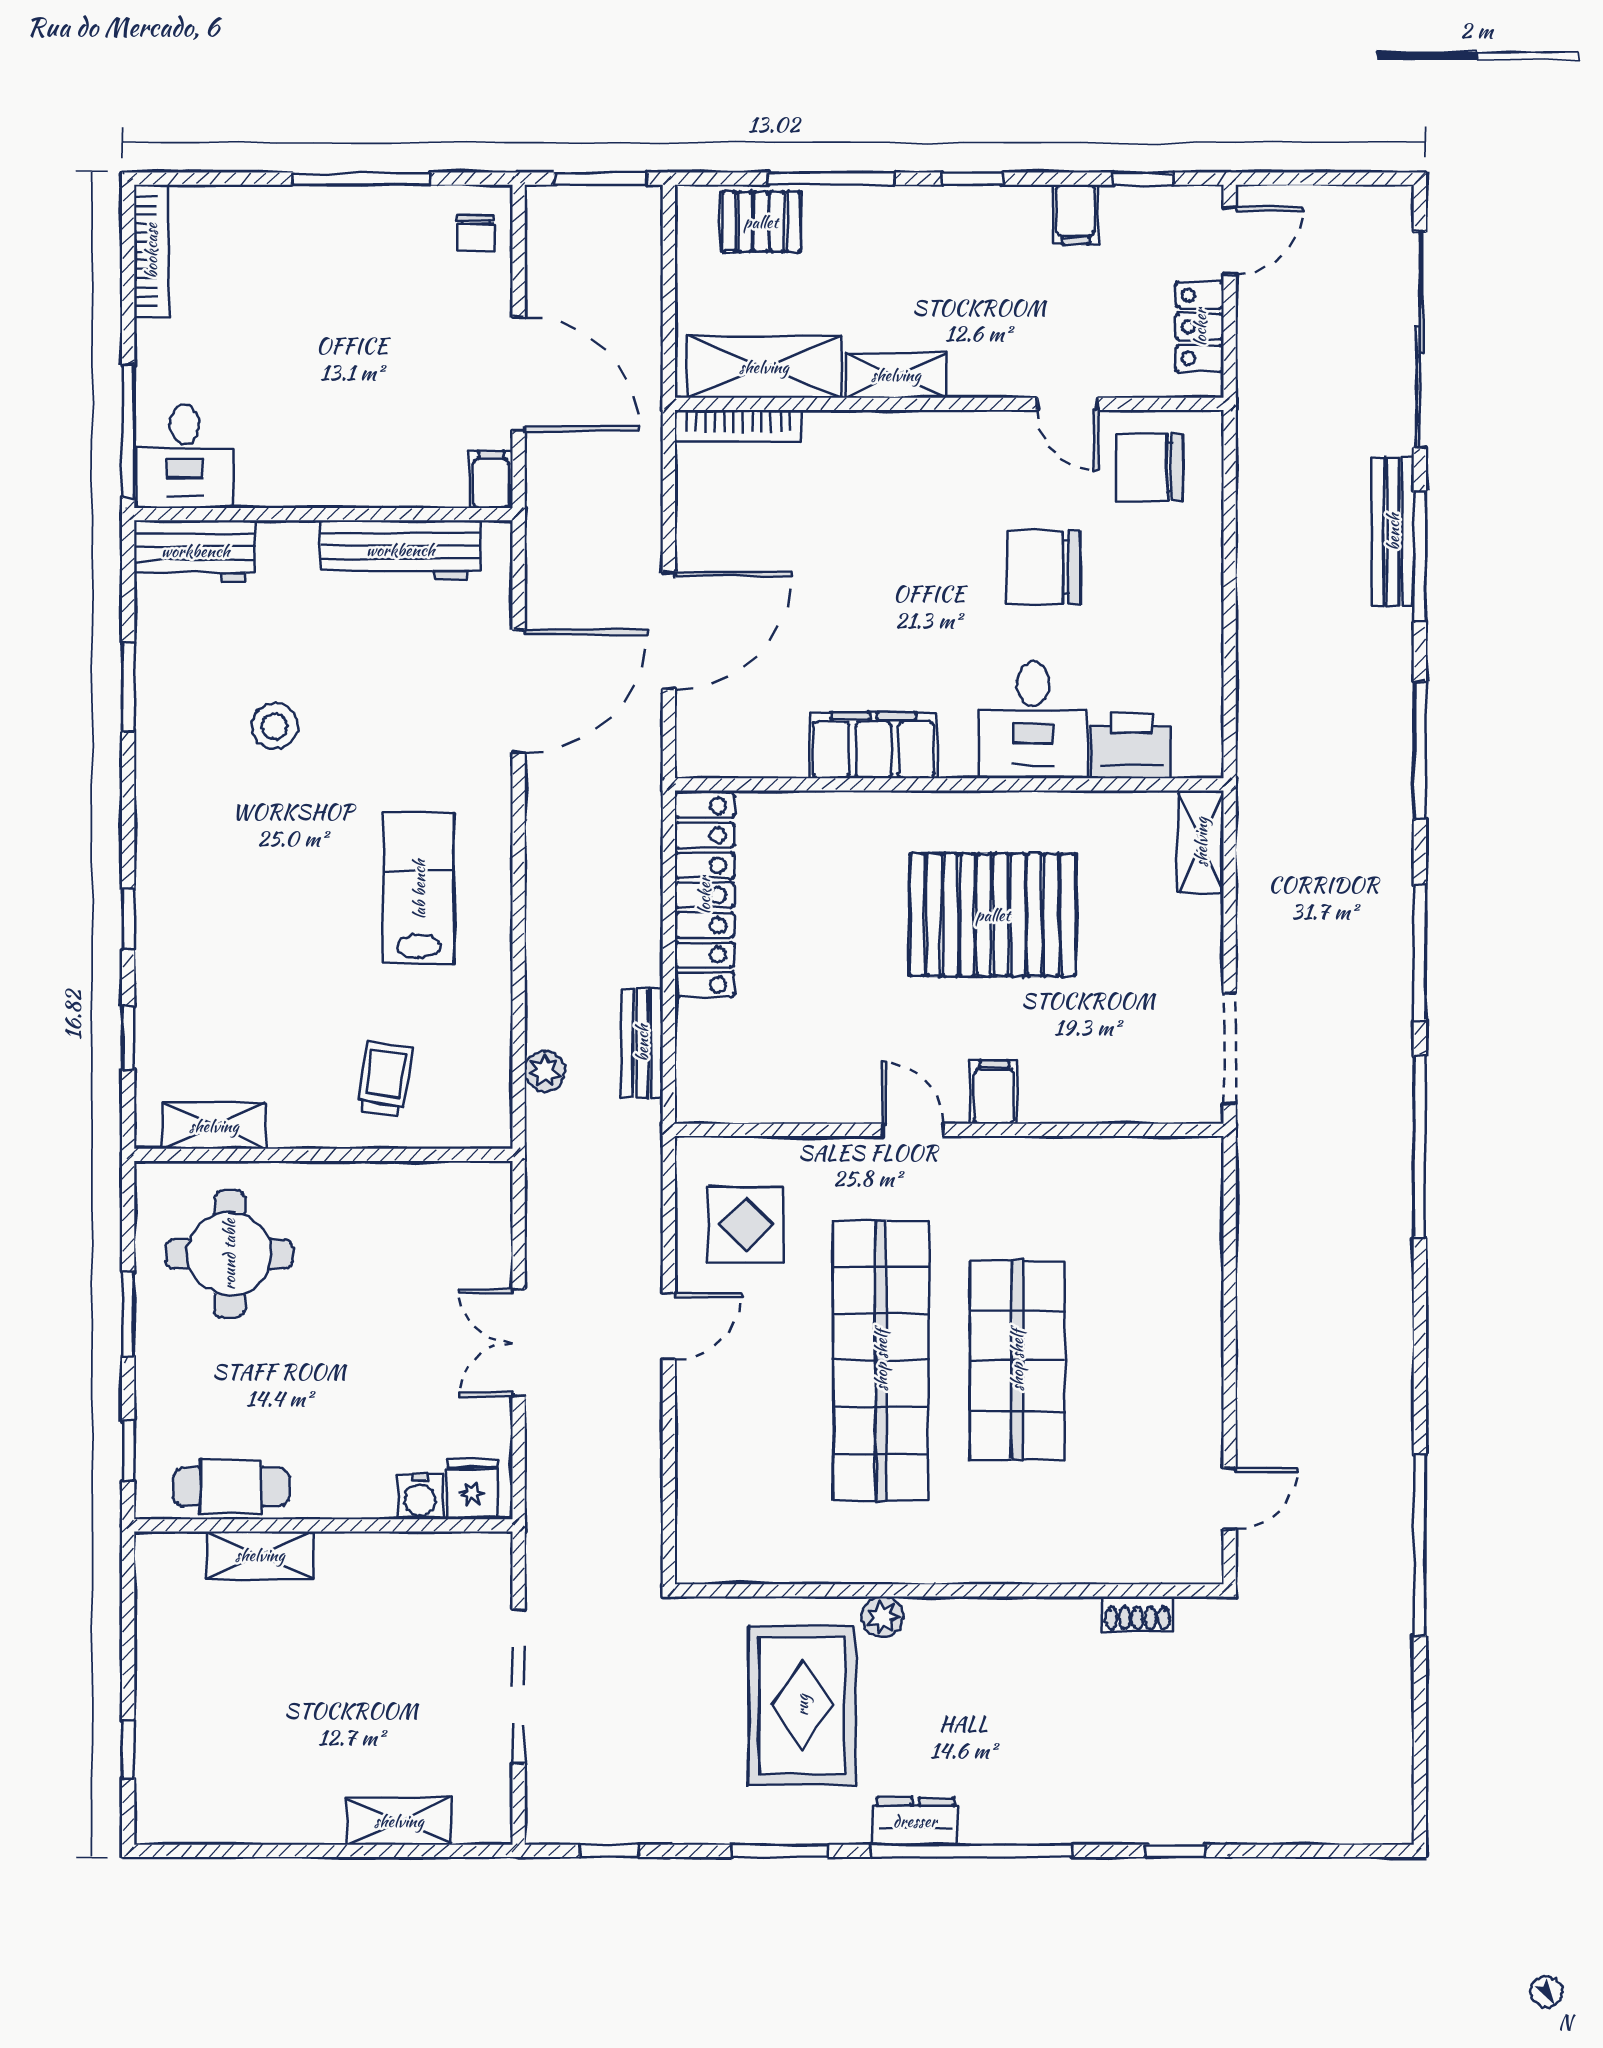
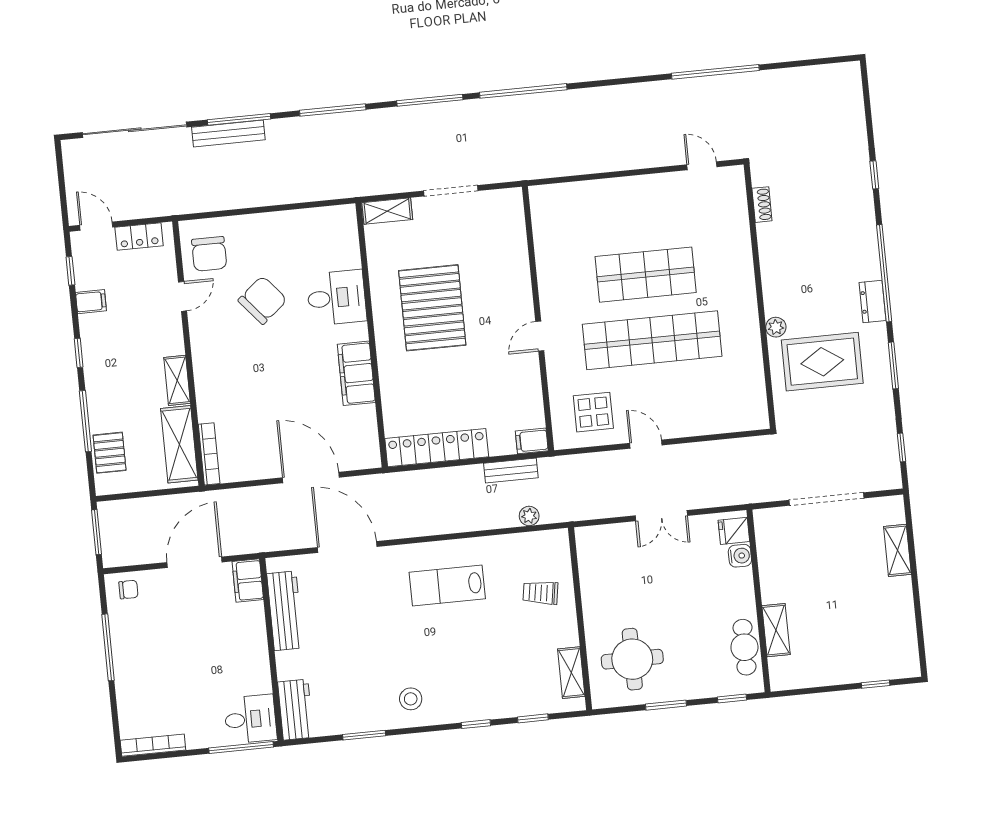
filing cabinet: (491, 480) -> (248, 581), width x2.00
chair: (1044, 568) -> (263, 300), turned -130
stool: (274, 726) -> (411, 699), moved
printer: (1131, 746) -> (344, 249), removed
doorway: (1230, 1048) -> (451, 191), moved
filing cabinet: (994, 1092) -> (532, 441), moved

